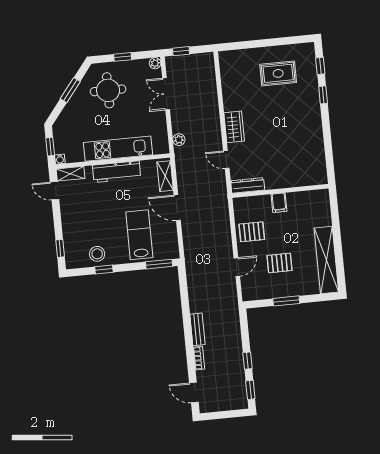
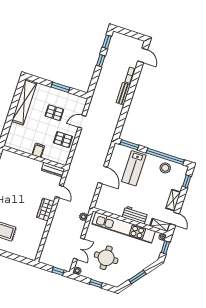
round table: (108, 90) -> (106, 258), moved
kitchen unit: (118, 149) -> (124, 228), width x1.36
workbench: (117, 172) -> (135, 215), width x0.73
shelving: (165, 176) -> (173, 200), moved
window: (104, 269) -> (165, 156), width x3.17

